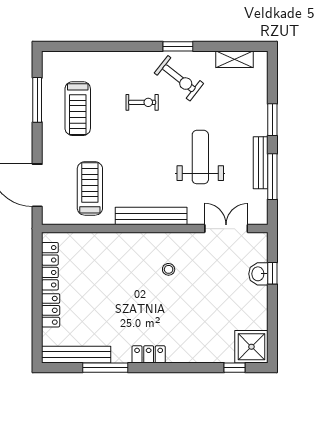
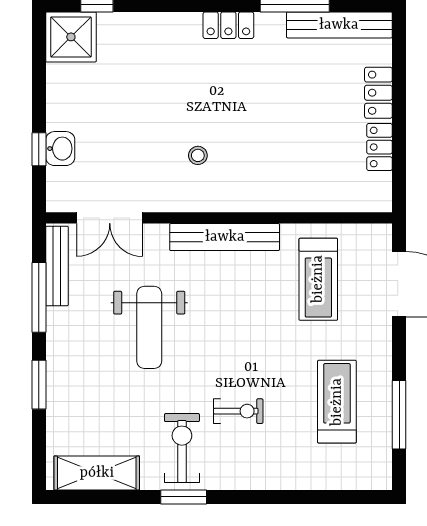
shelving: (235, 59) -> (97, 473), width x1.50, depth x1.33
exercise bike: (179, 78) -> (182, 448), turned 52
exercise bike: (142, 102) -> (238, 411), turned 180
bench: (261, 163) -> (57, 266), moved
locker: (50, 266) -> (380, 147), width x0.66

